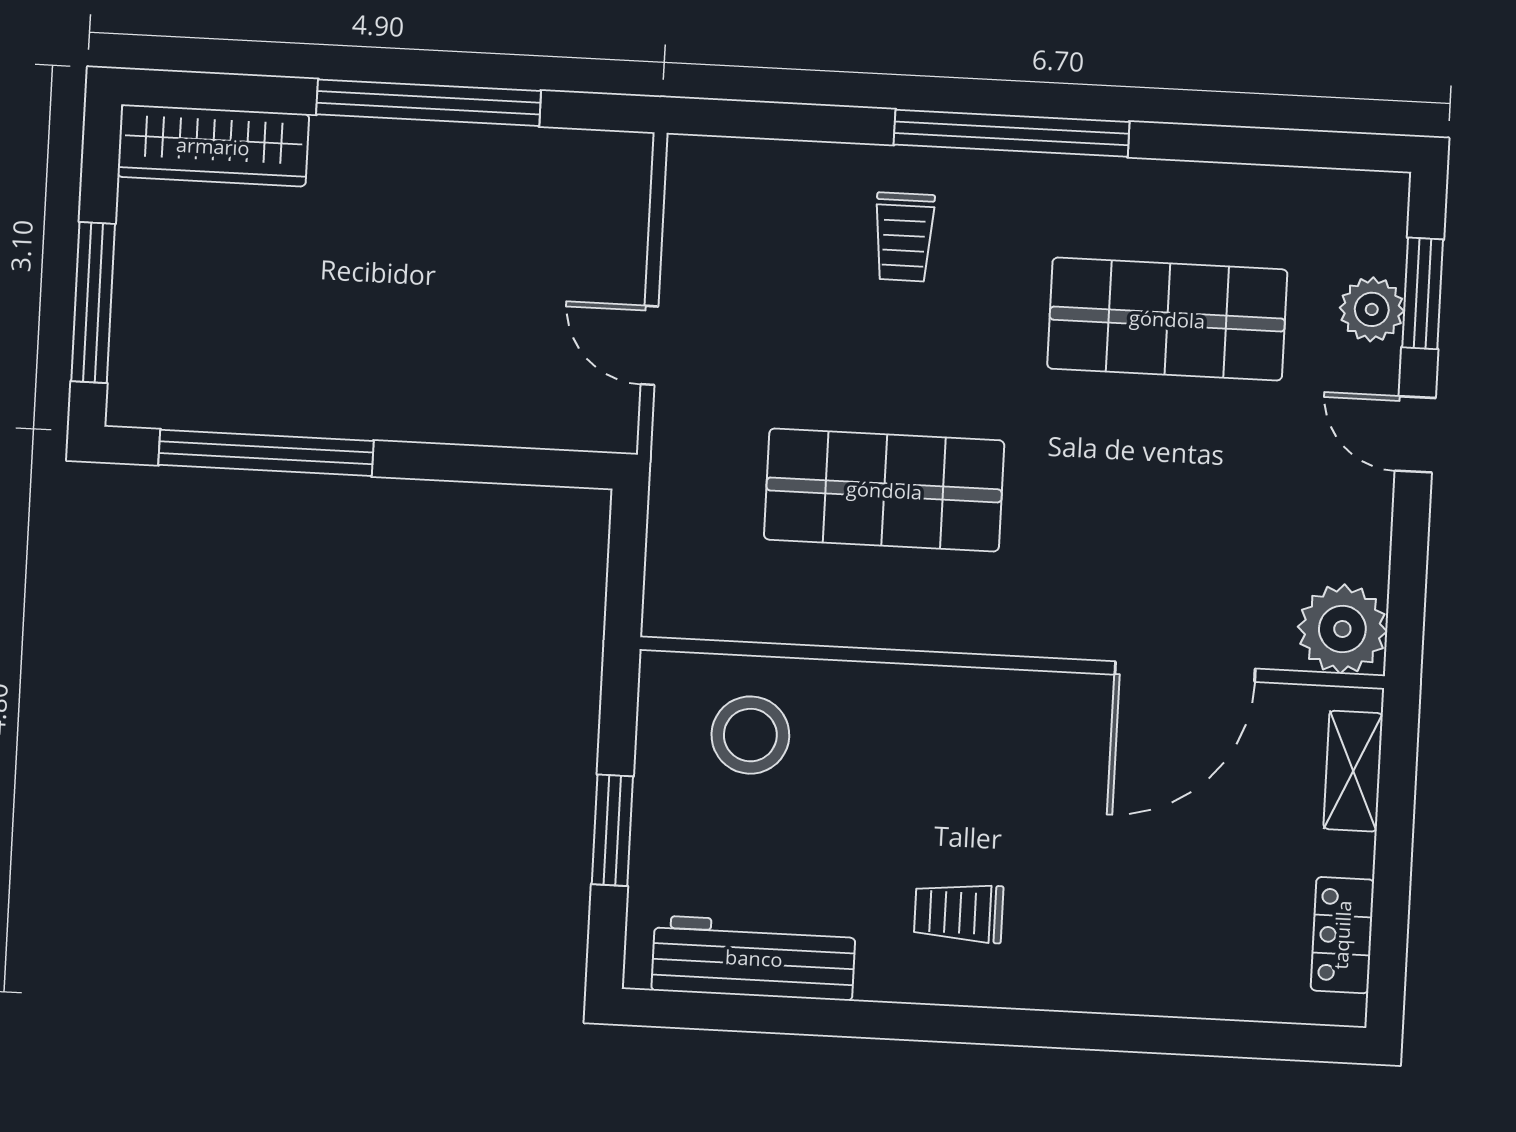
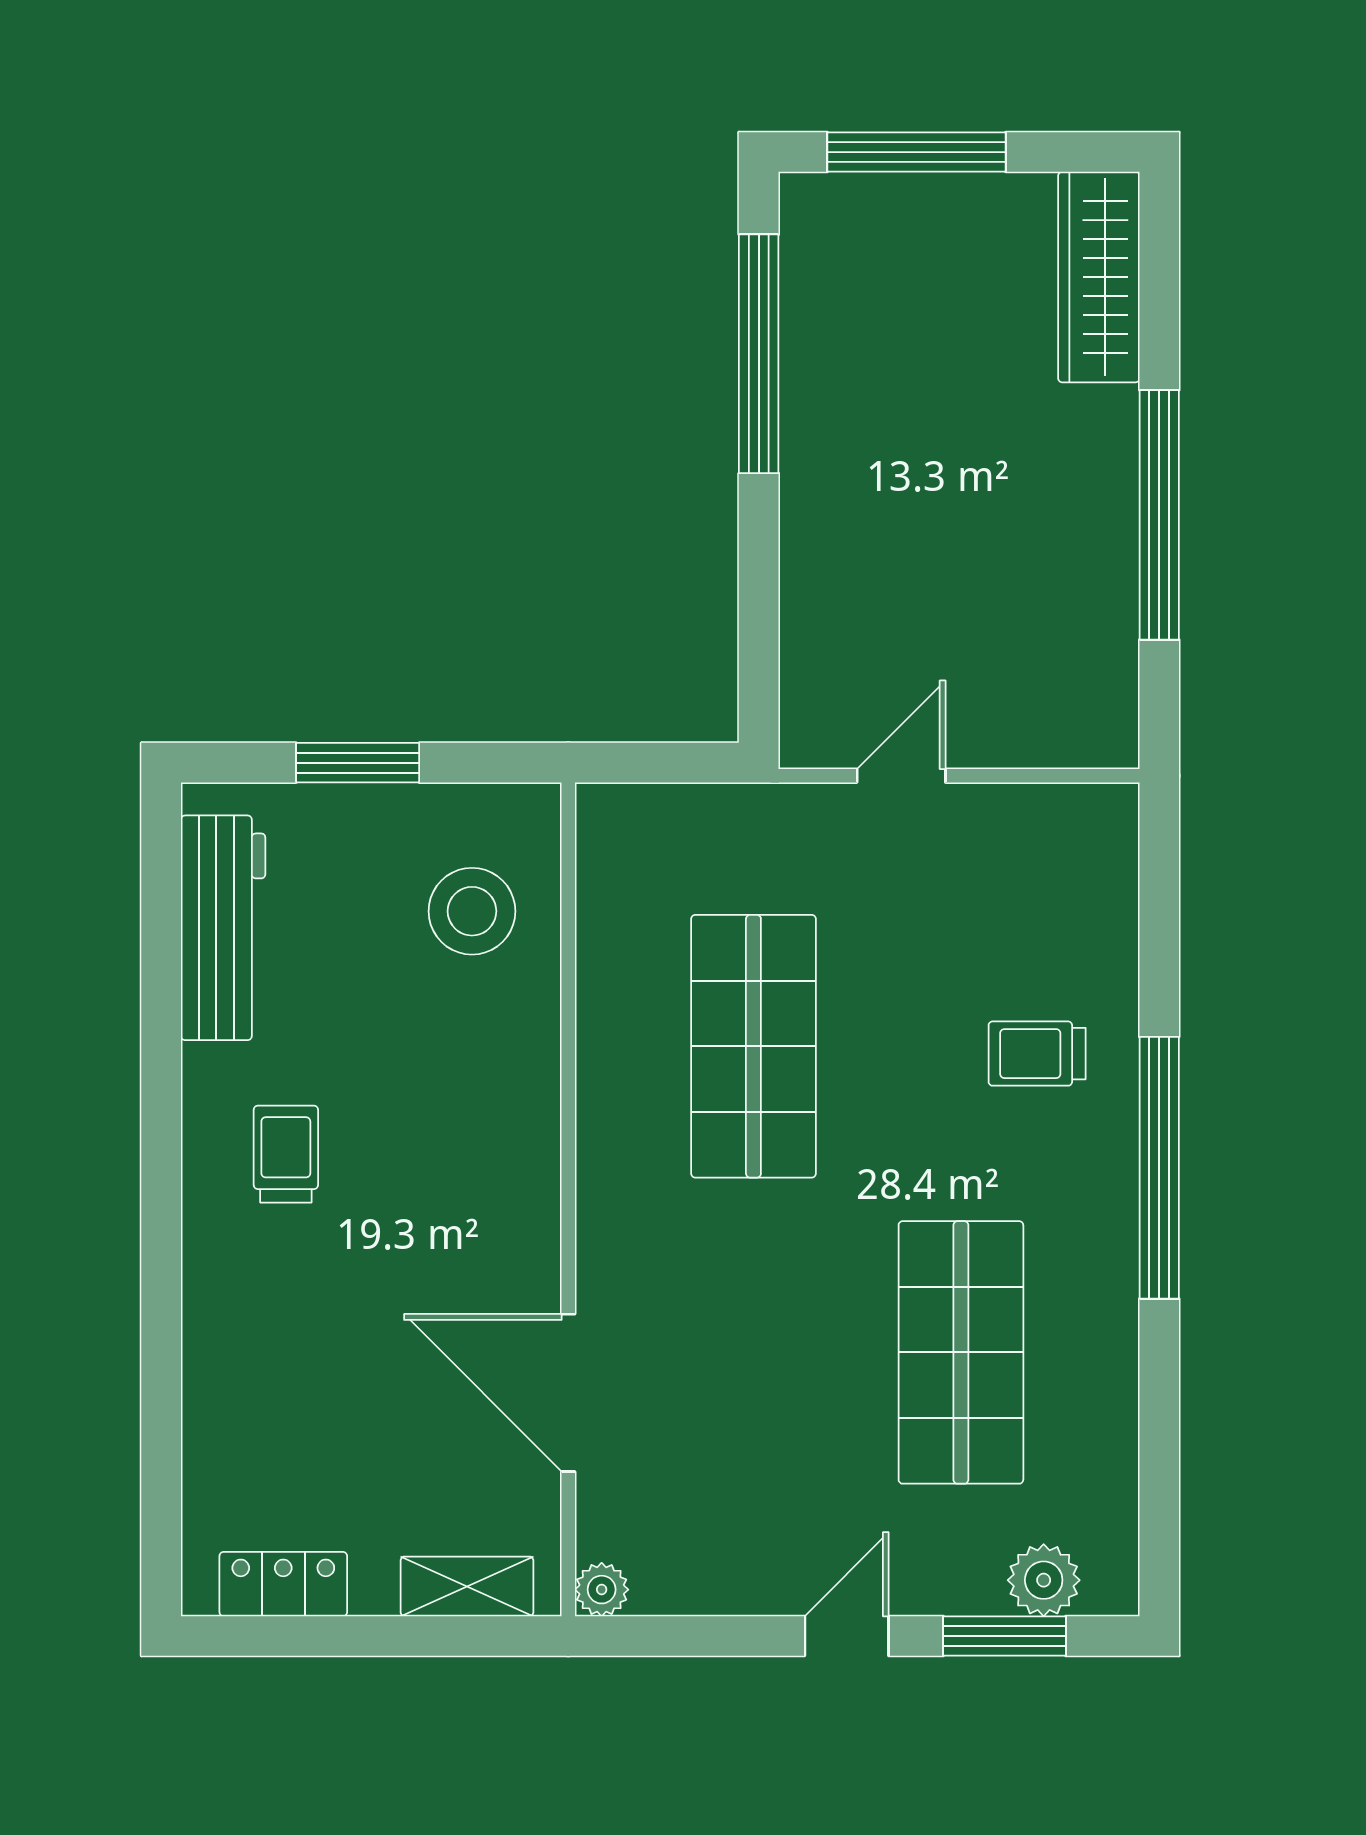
plant: (1372, 309) -> (1044, 1580), moved
plant: (1342, 629) -> (602, 1590), width x0.53, depth x0.53

